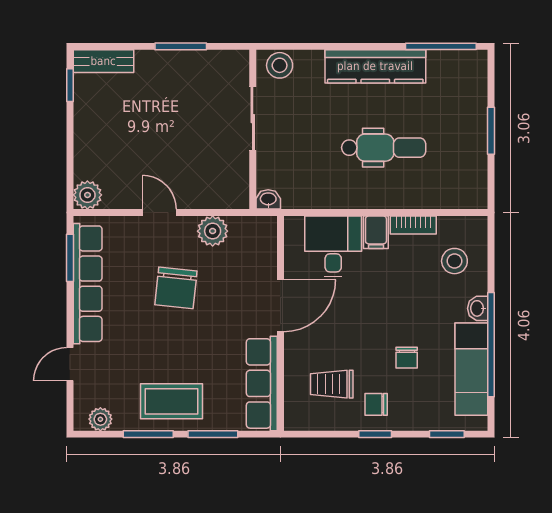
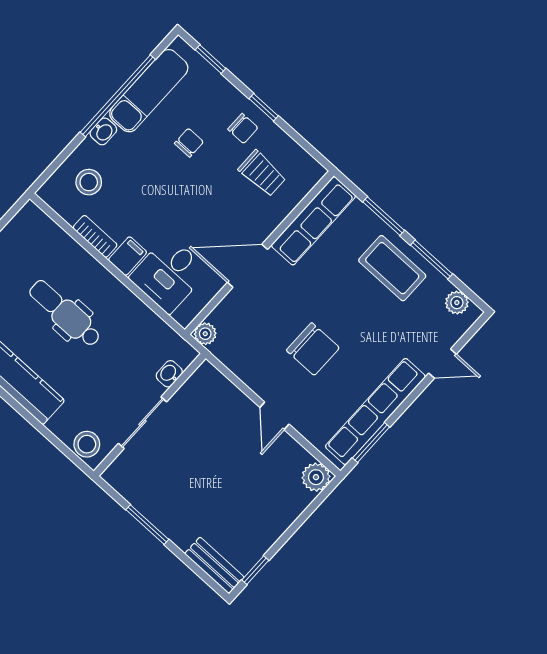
washbasin: (268, 199) -> (169, 374), moved, turned 90
plant: (213, 231) -> (205, 334), moved, width x0.73, depth x0.73
chair: (176, 288) -> (313, 349), turned 84

